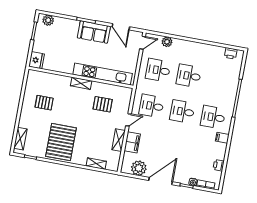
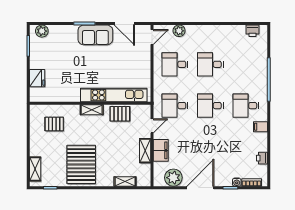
kitchen unit: (103, 74) -> (114, 95), moved
wall: (81, 77) -> (90, 103), moved
shelving: (81, 83) -> (92, 110), moved

